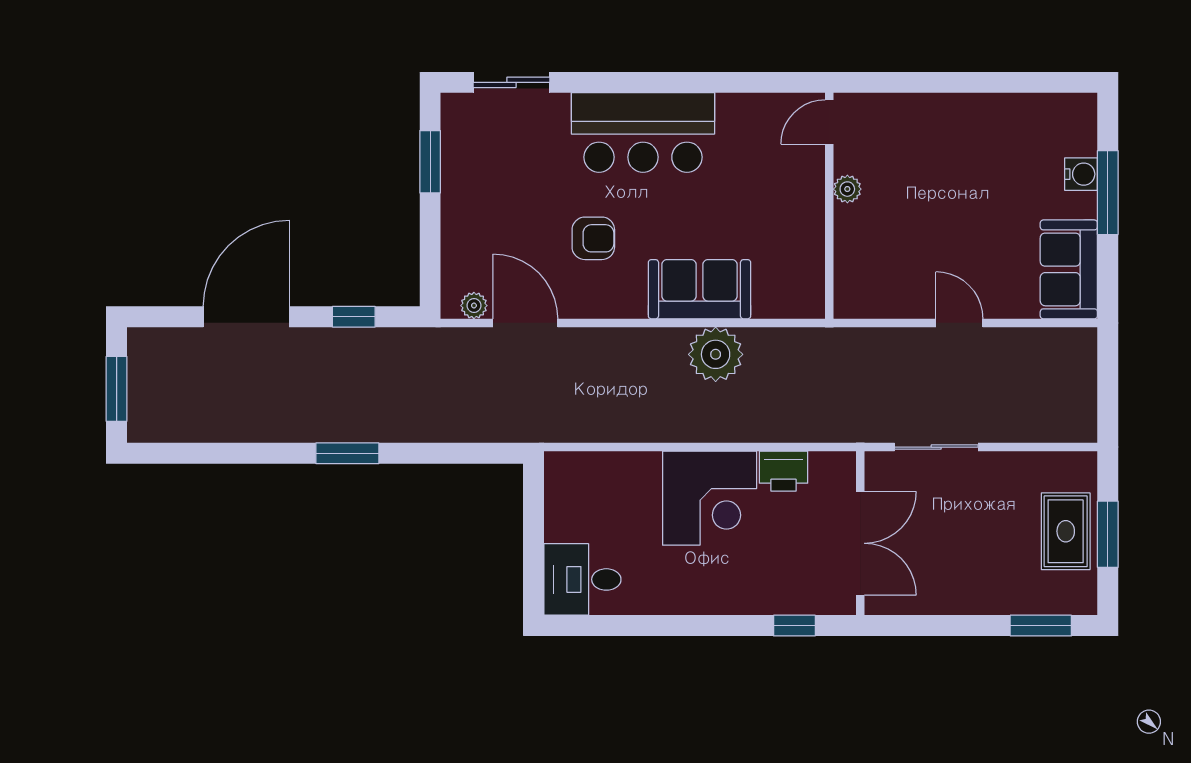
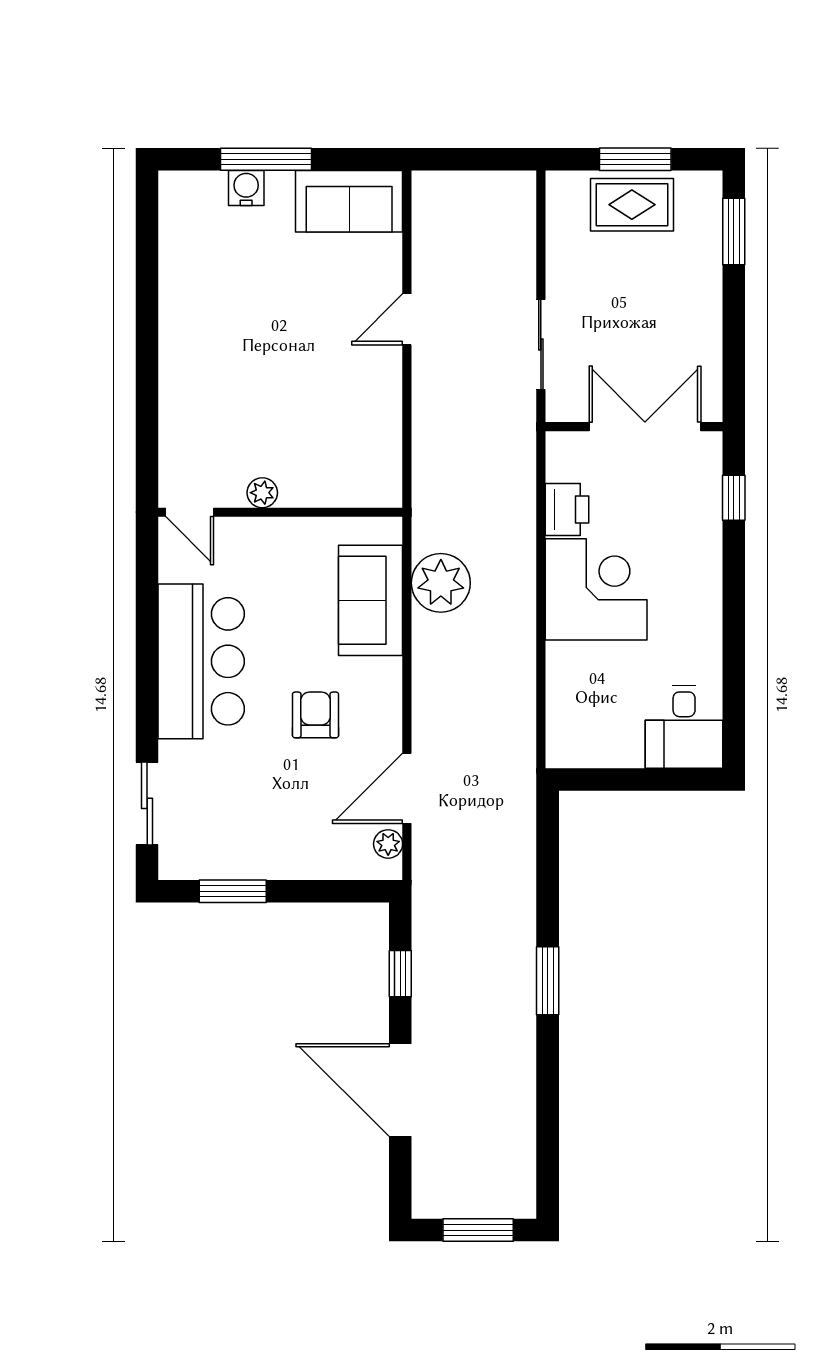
door: (829, 122) -> (190, 512), moved
plant: (847, 189) -> (262, 493), moved
wall: (829, 206) -> (280, 512), moved

